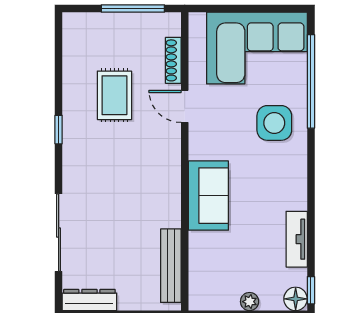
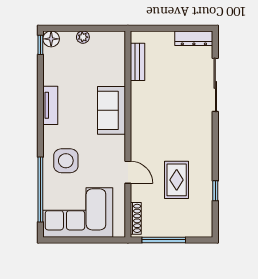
shoe rack: (173, 60) -> (136, 218), moved
window: (59, 130) -> (215, 191), moved
tv unit: (297, 239) -> (50, 105), moved
bench: (171, 266) -> (138, 62), width x0.73

